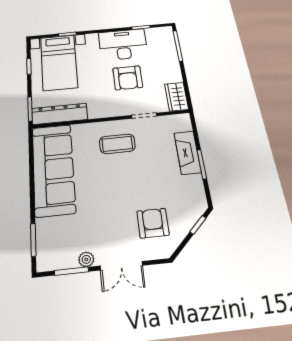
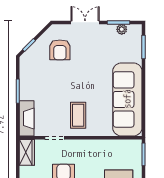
dresser: (60, 114) -> (120, 147), removed
coffee table: (117, 144) -> (78, 115), turned 90
fireplace: (187, 153) -> (27, 118), moved
plant: (86, 259) -> (122, 29), moved

